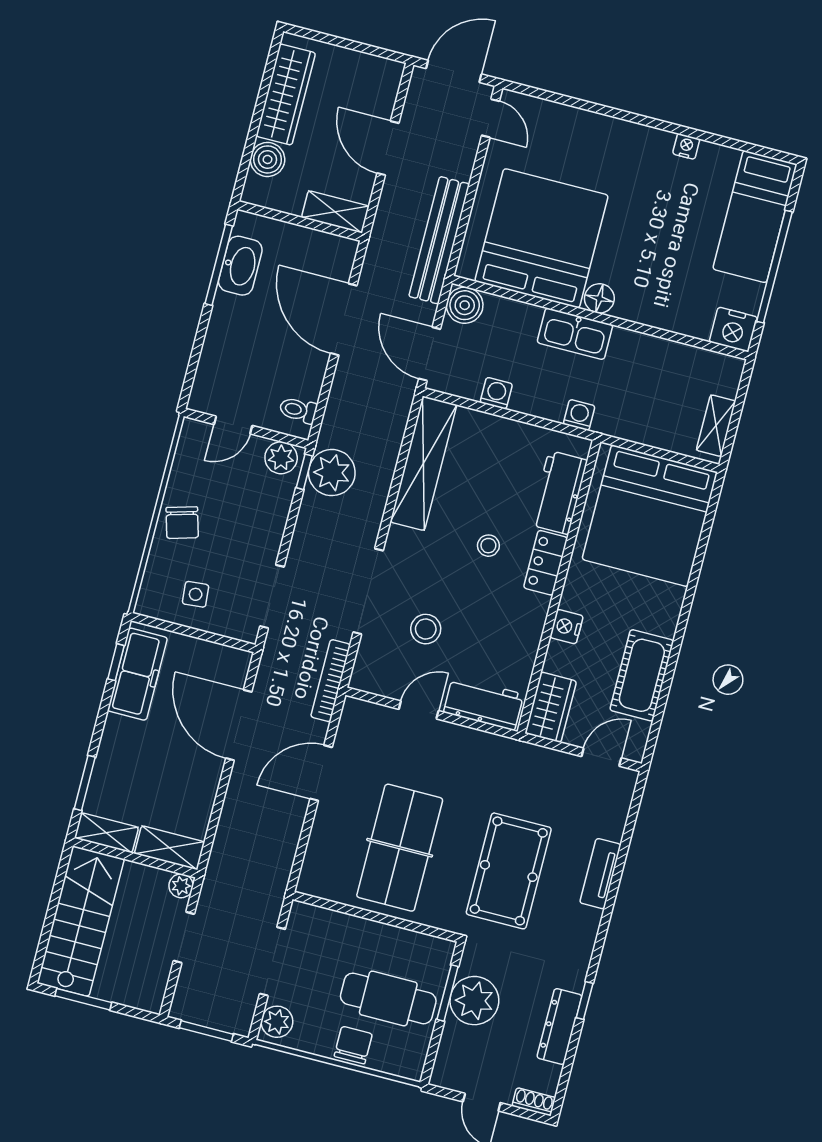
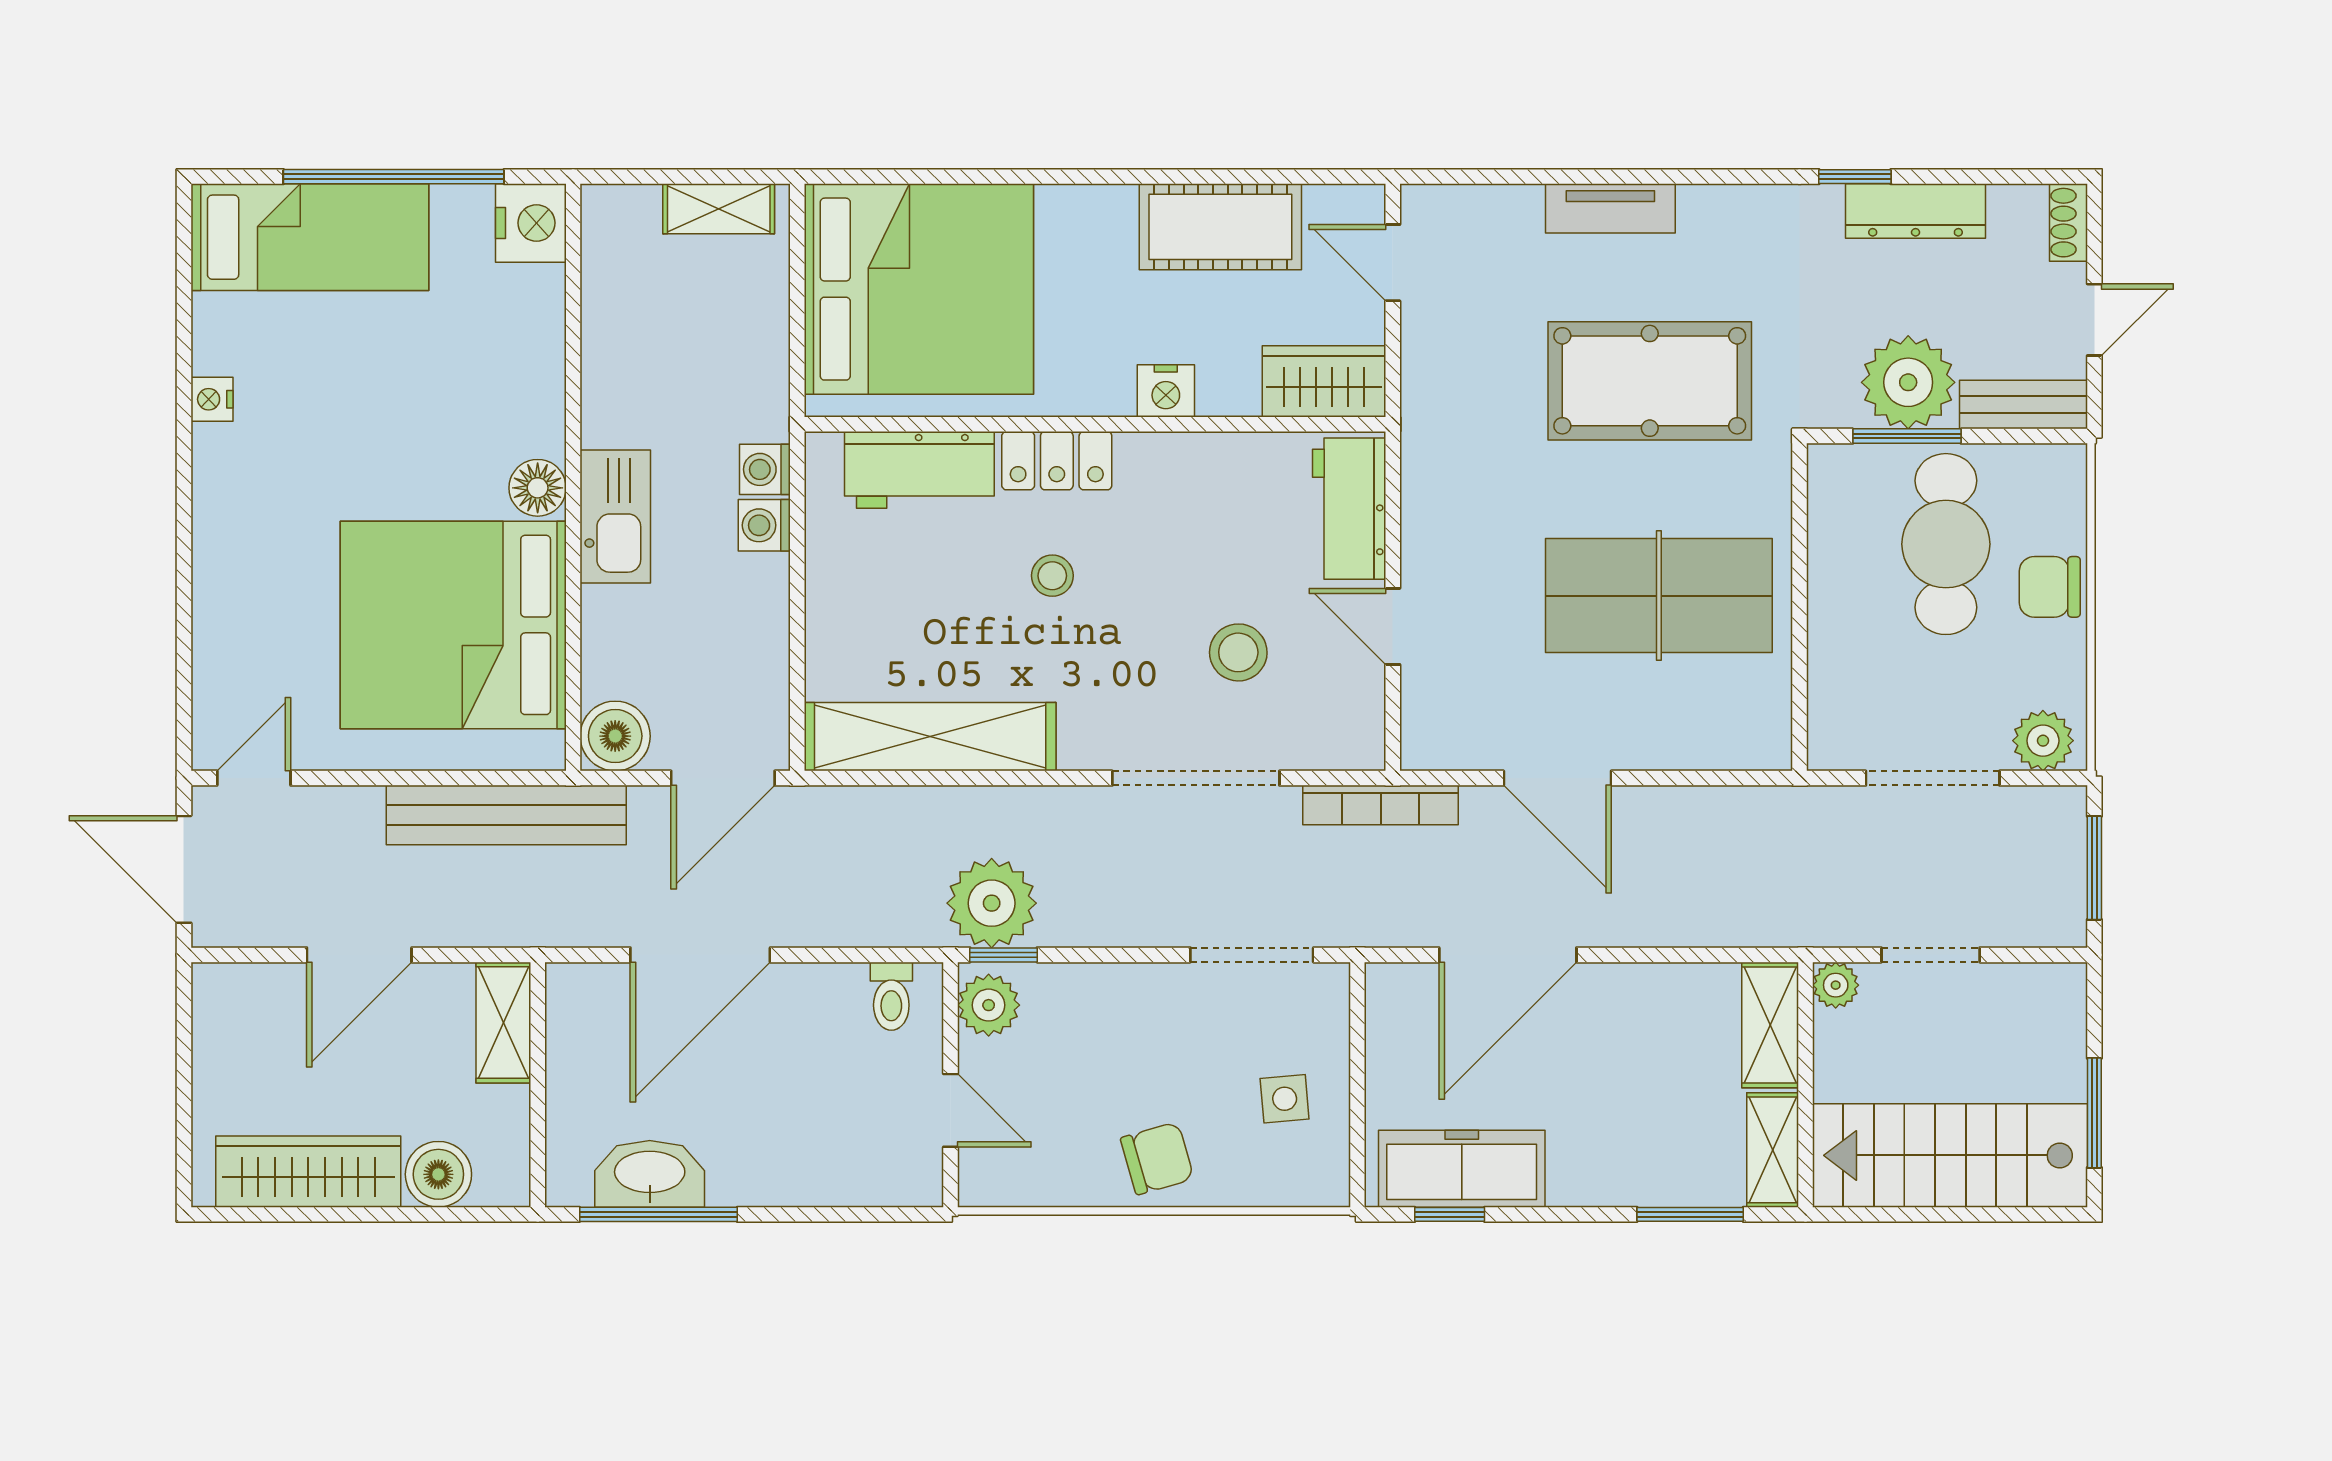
washing machine: (496, 393) -> (764, 525), moved
bench: (448, 1056) -> (2023, 405), added

